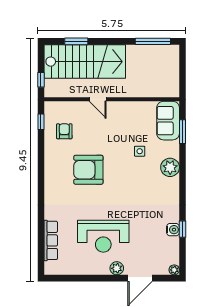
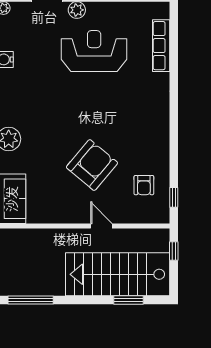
side table: (140, 151) -> (48, 160), removed
armchair: (88, 170) -> (92, 165), moved, turned -50

